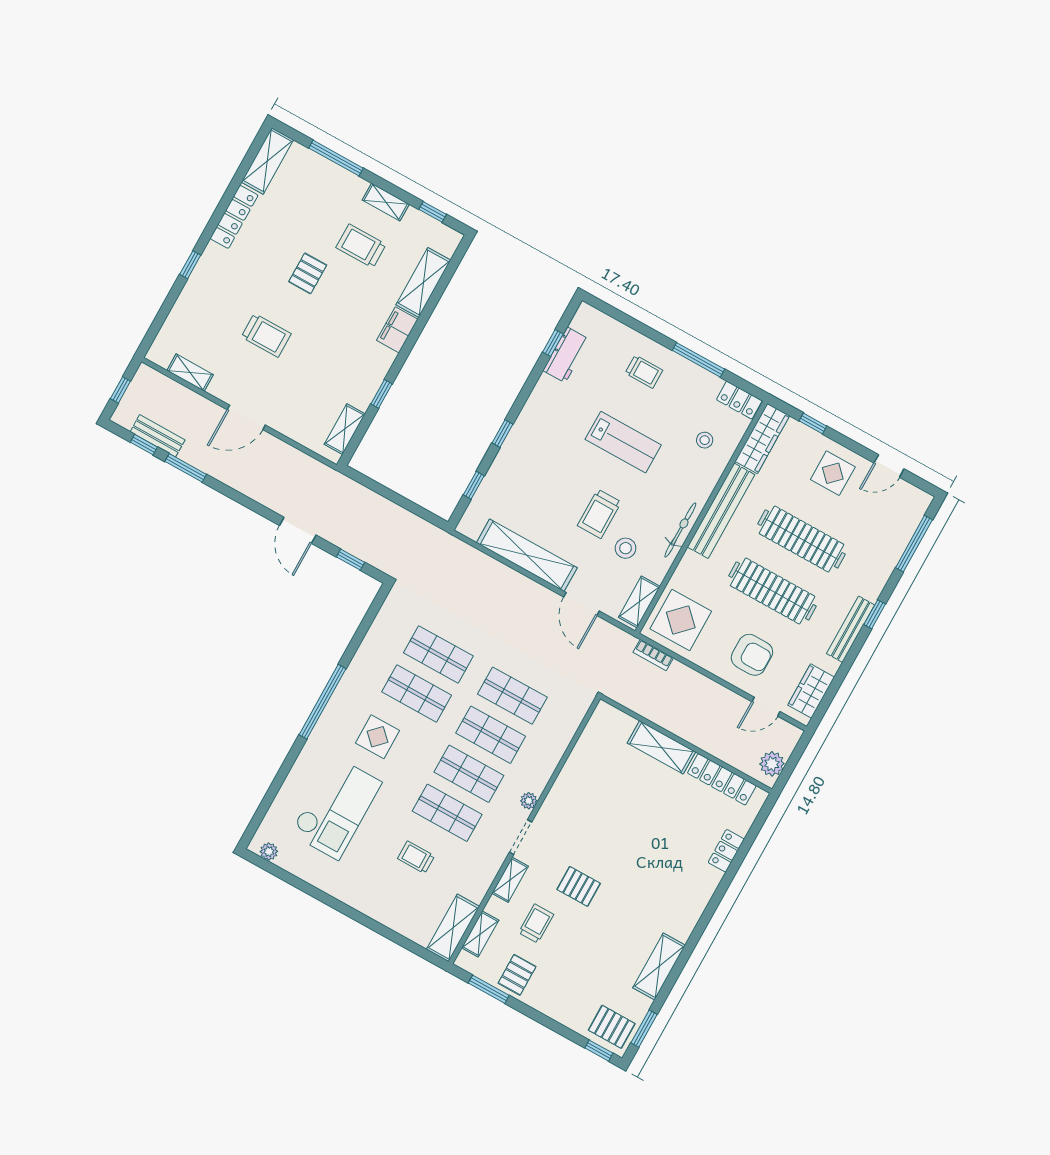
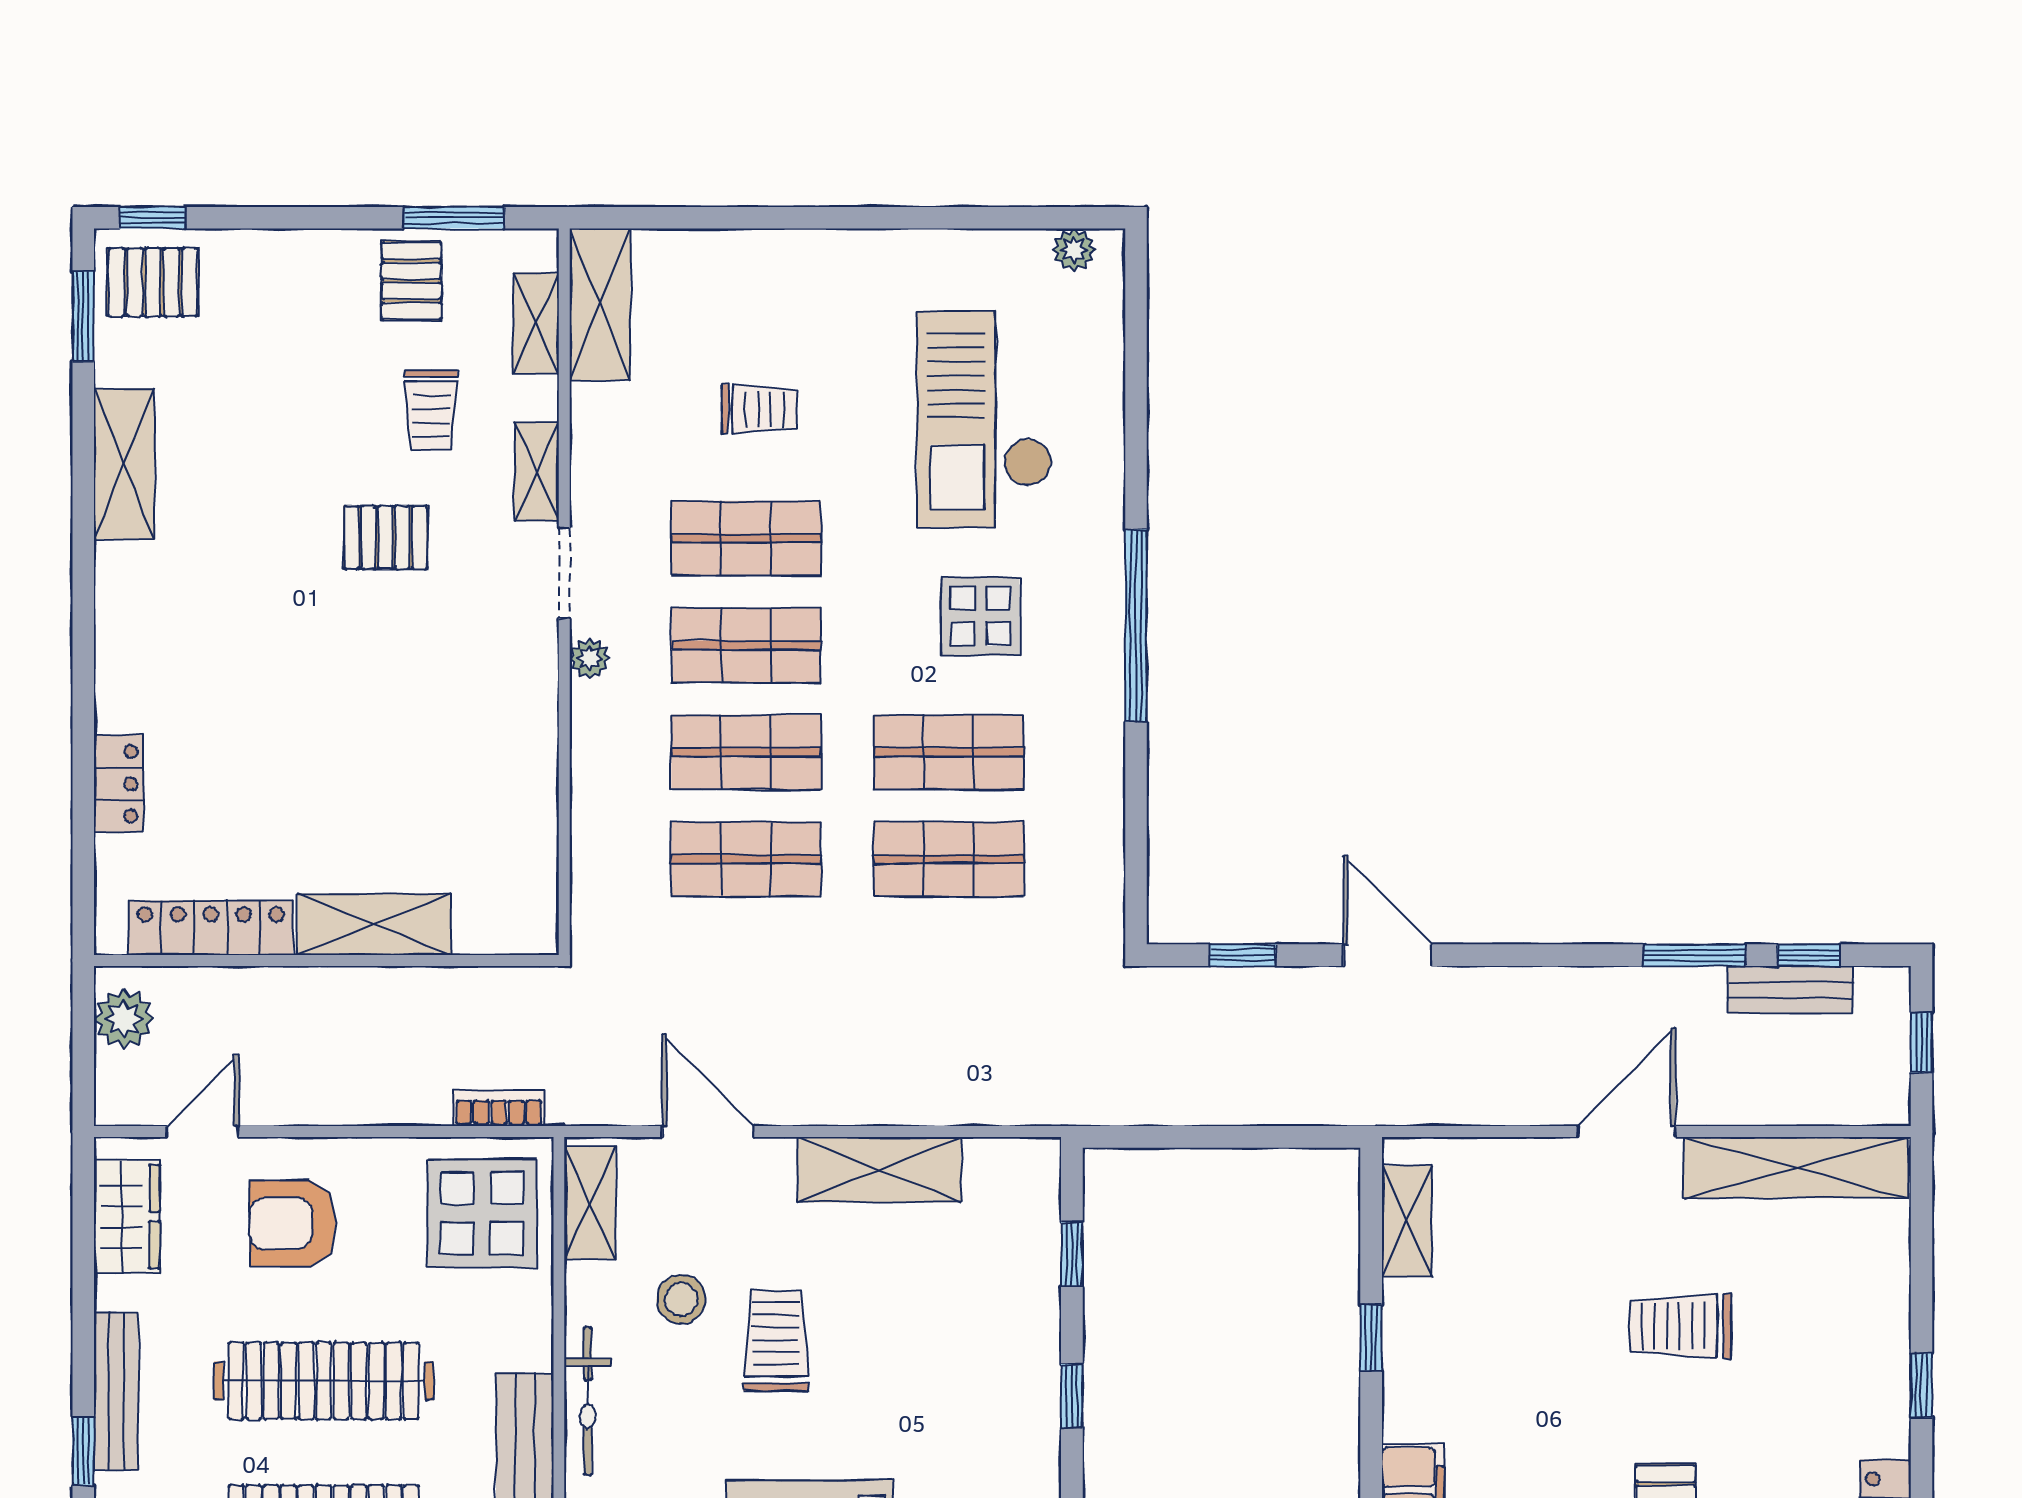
shelving: (190, 373) -> (1796, 1168), width x2.20, depth x1.33
shelving: (527, 555) -> (879, 1170), width x0.68

